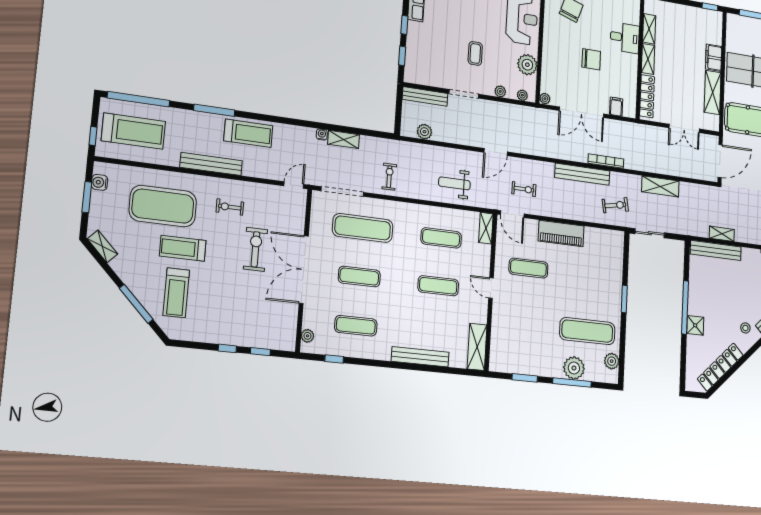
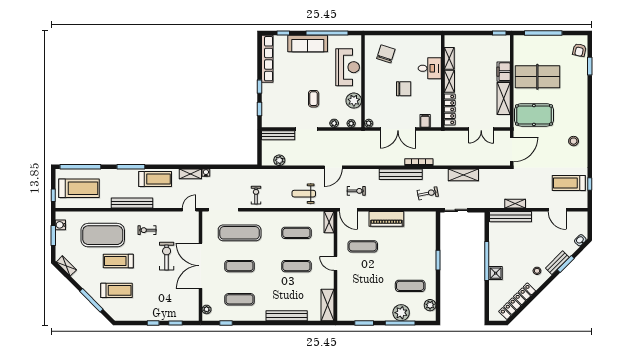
shelving: (344, 139) -> (190, 174), moved
treadmill: (176, 293) -> (117, 290), turned -90
exercise mat: (587, 331) -> (410, 286), width x0.73, depth x0.69

